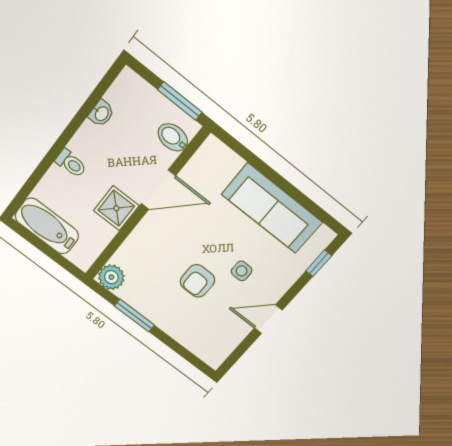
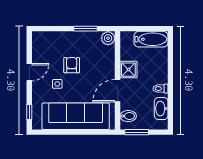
washbasin: (101, 113) -> (161, 109), width x1.91, depth x1.45
toilet: (71, 163) -> (160, 89), moved
sofa: (272, 208) -> (76, 116), width x1.36, depth x1.27

